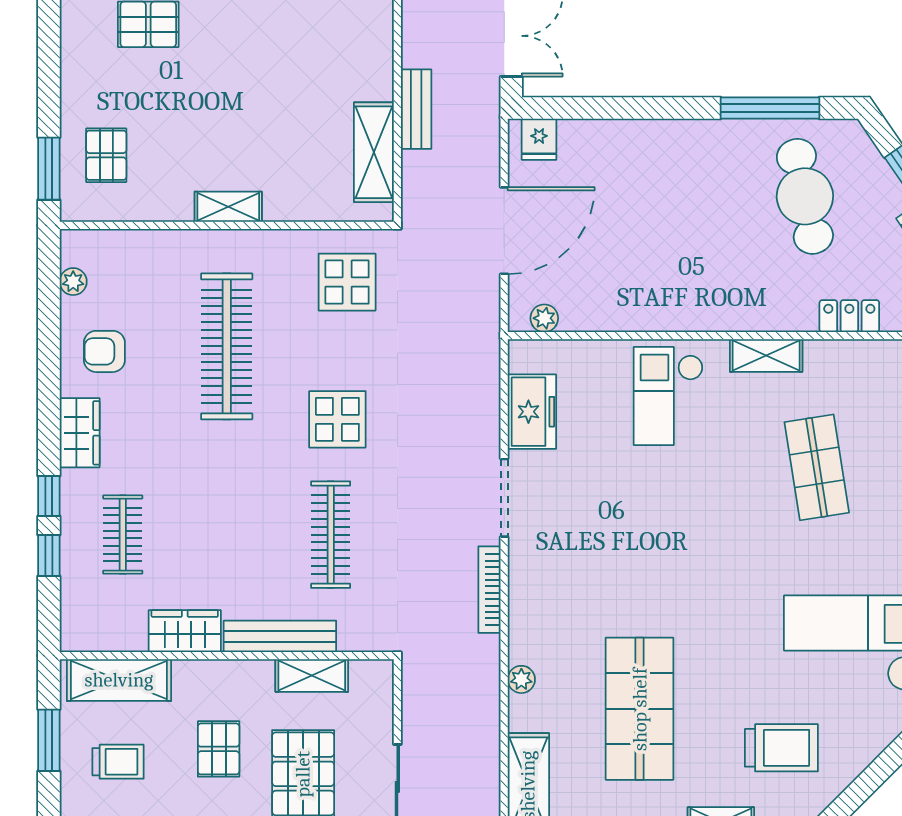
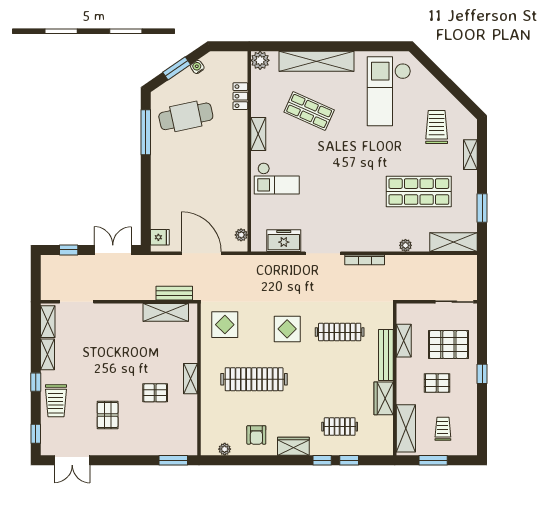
bench: (416, 109) -> (174, 293), moved
pallet: (106, 155) -> (155, 393), moved
shop shelf: (817, 467) -> (309, 111), turned 33

